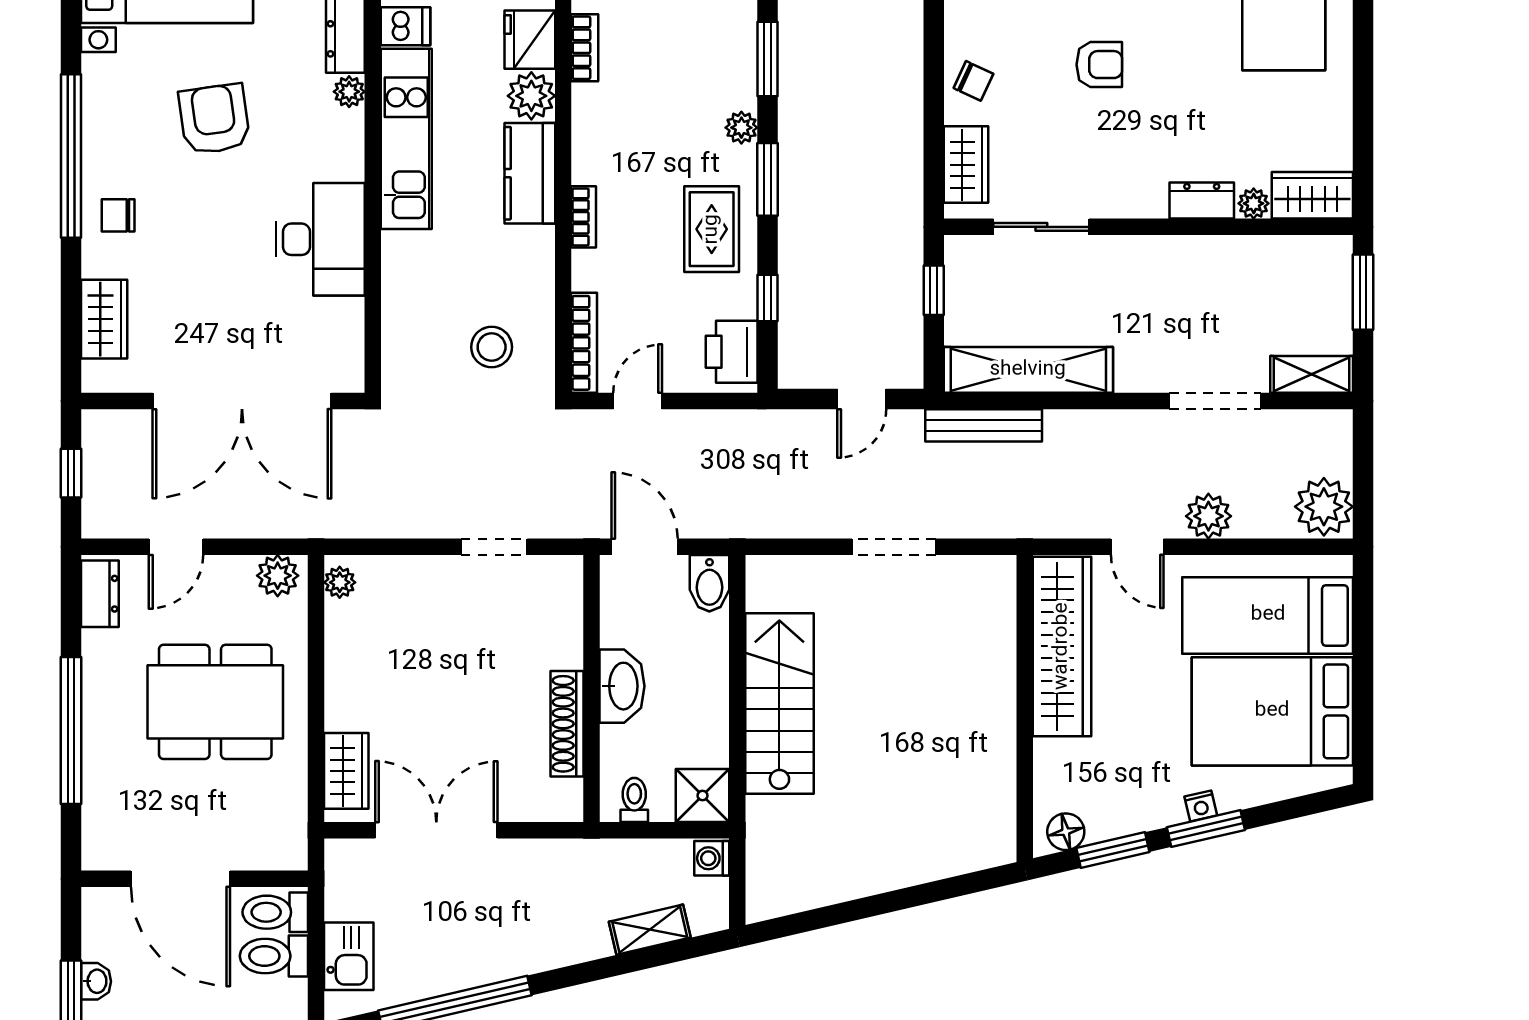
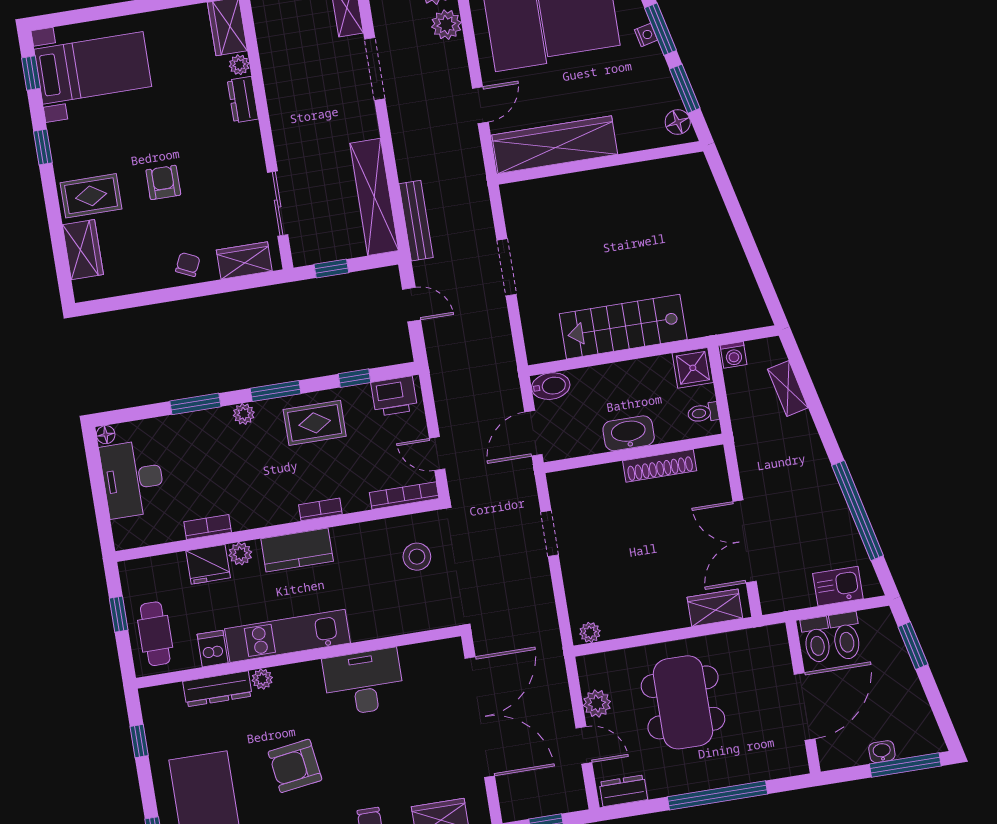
plant: (531, 96) -> (240, 554), width x0.73, depth x0.73
plant: (1208, 516) -> (446, 25), moved
plant: (278, 576) -> (597, 704), moved

